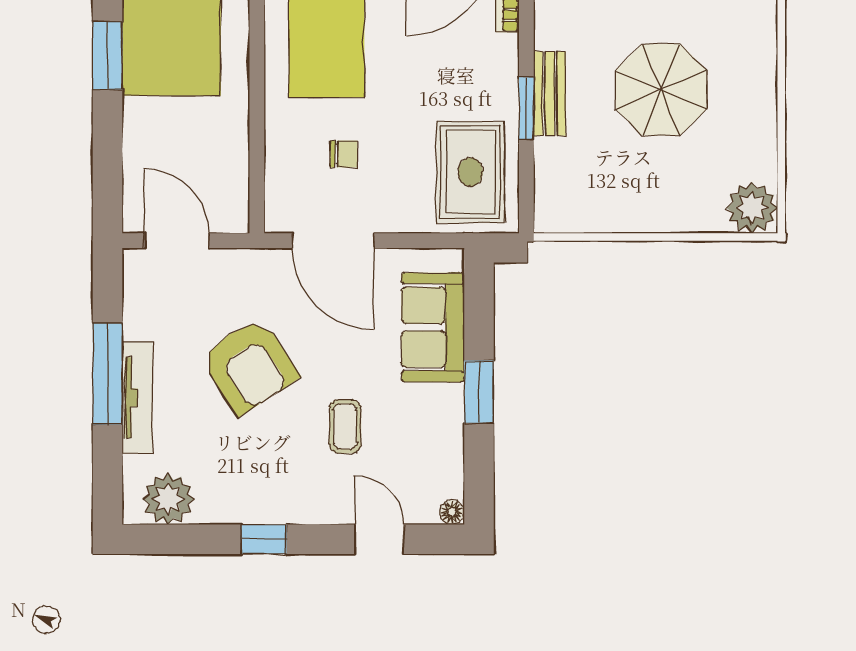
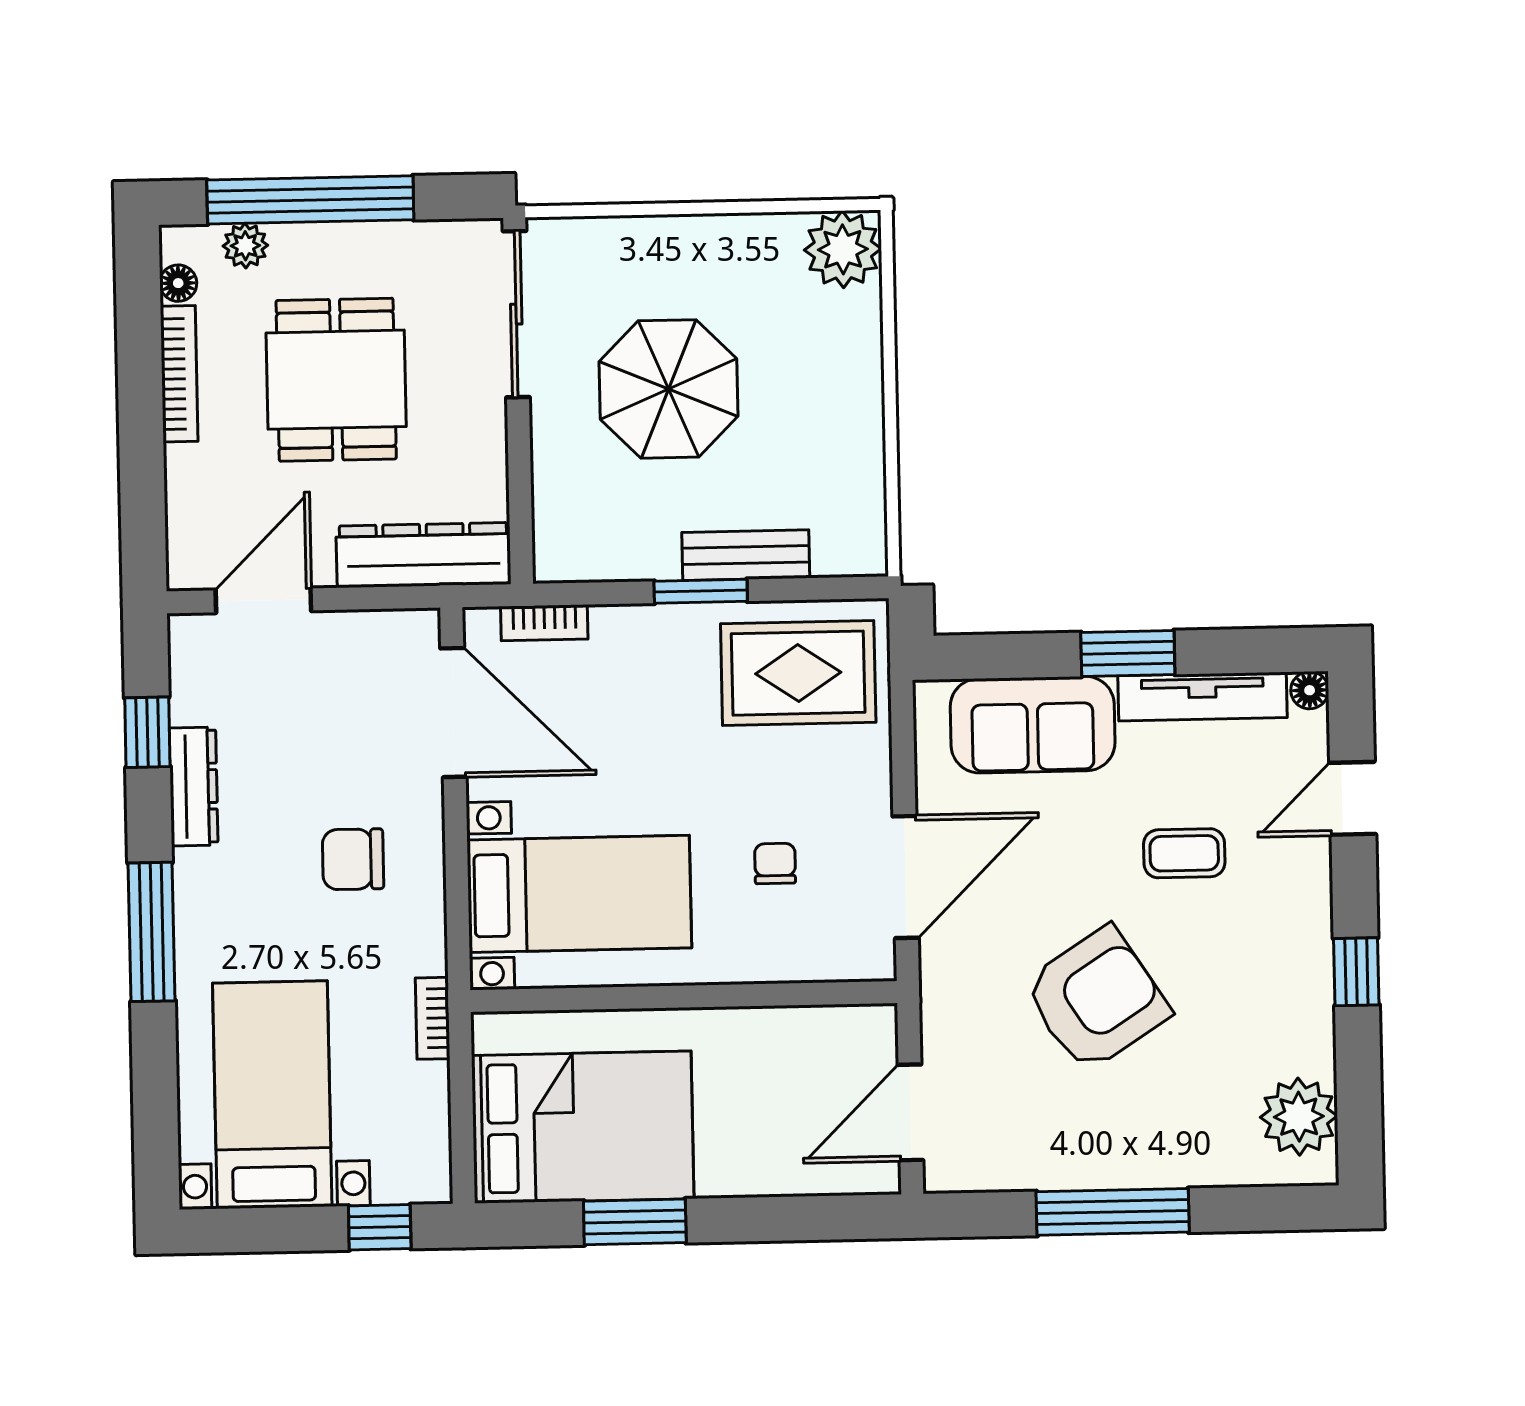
bench: (550, 94) -> (746, 555), moved
tv unit: (137, 398) -> (1202, 697), moved, turned 180

